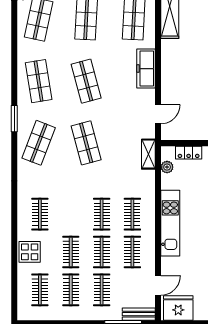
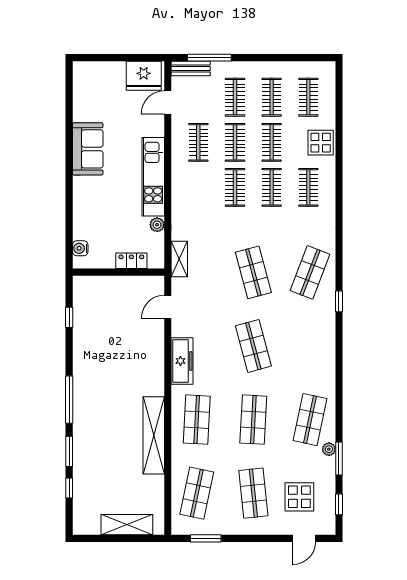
shop shelf: (39, 81) -> (310, 346), removed
window: (14, 119) -> (339, 301), width x0.67
plant: (167, 167) -> (157, 225), moved
clothes rail: (132, 214) -> (272, 187), moved

